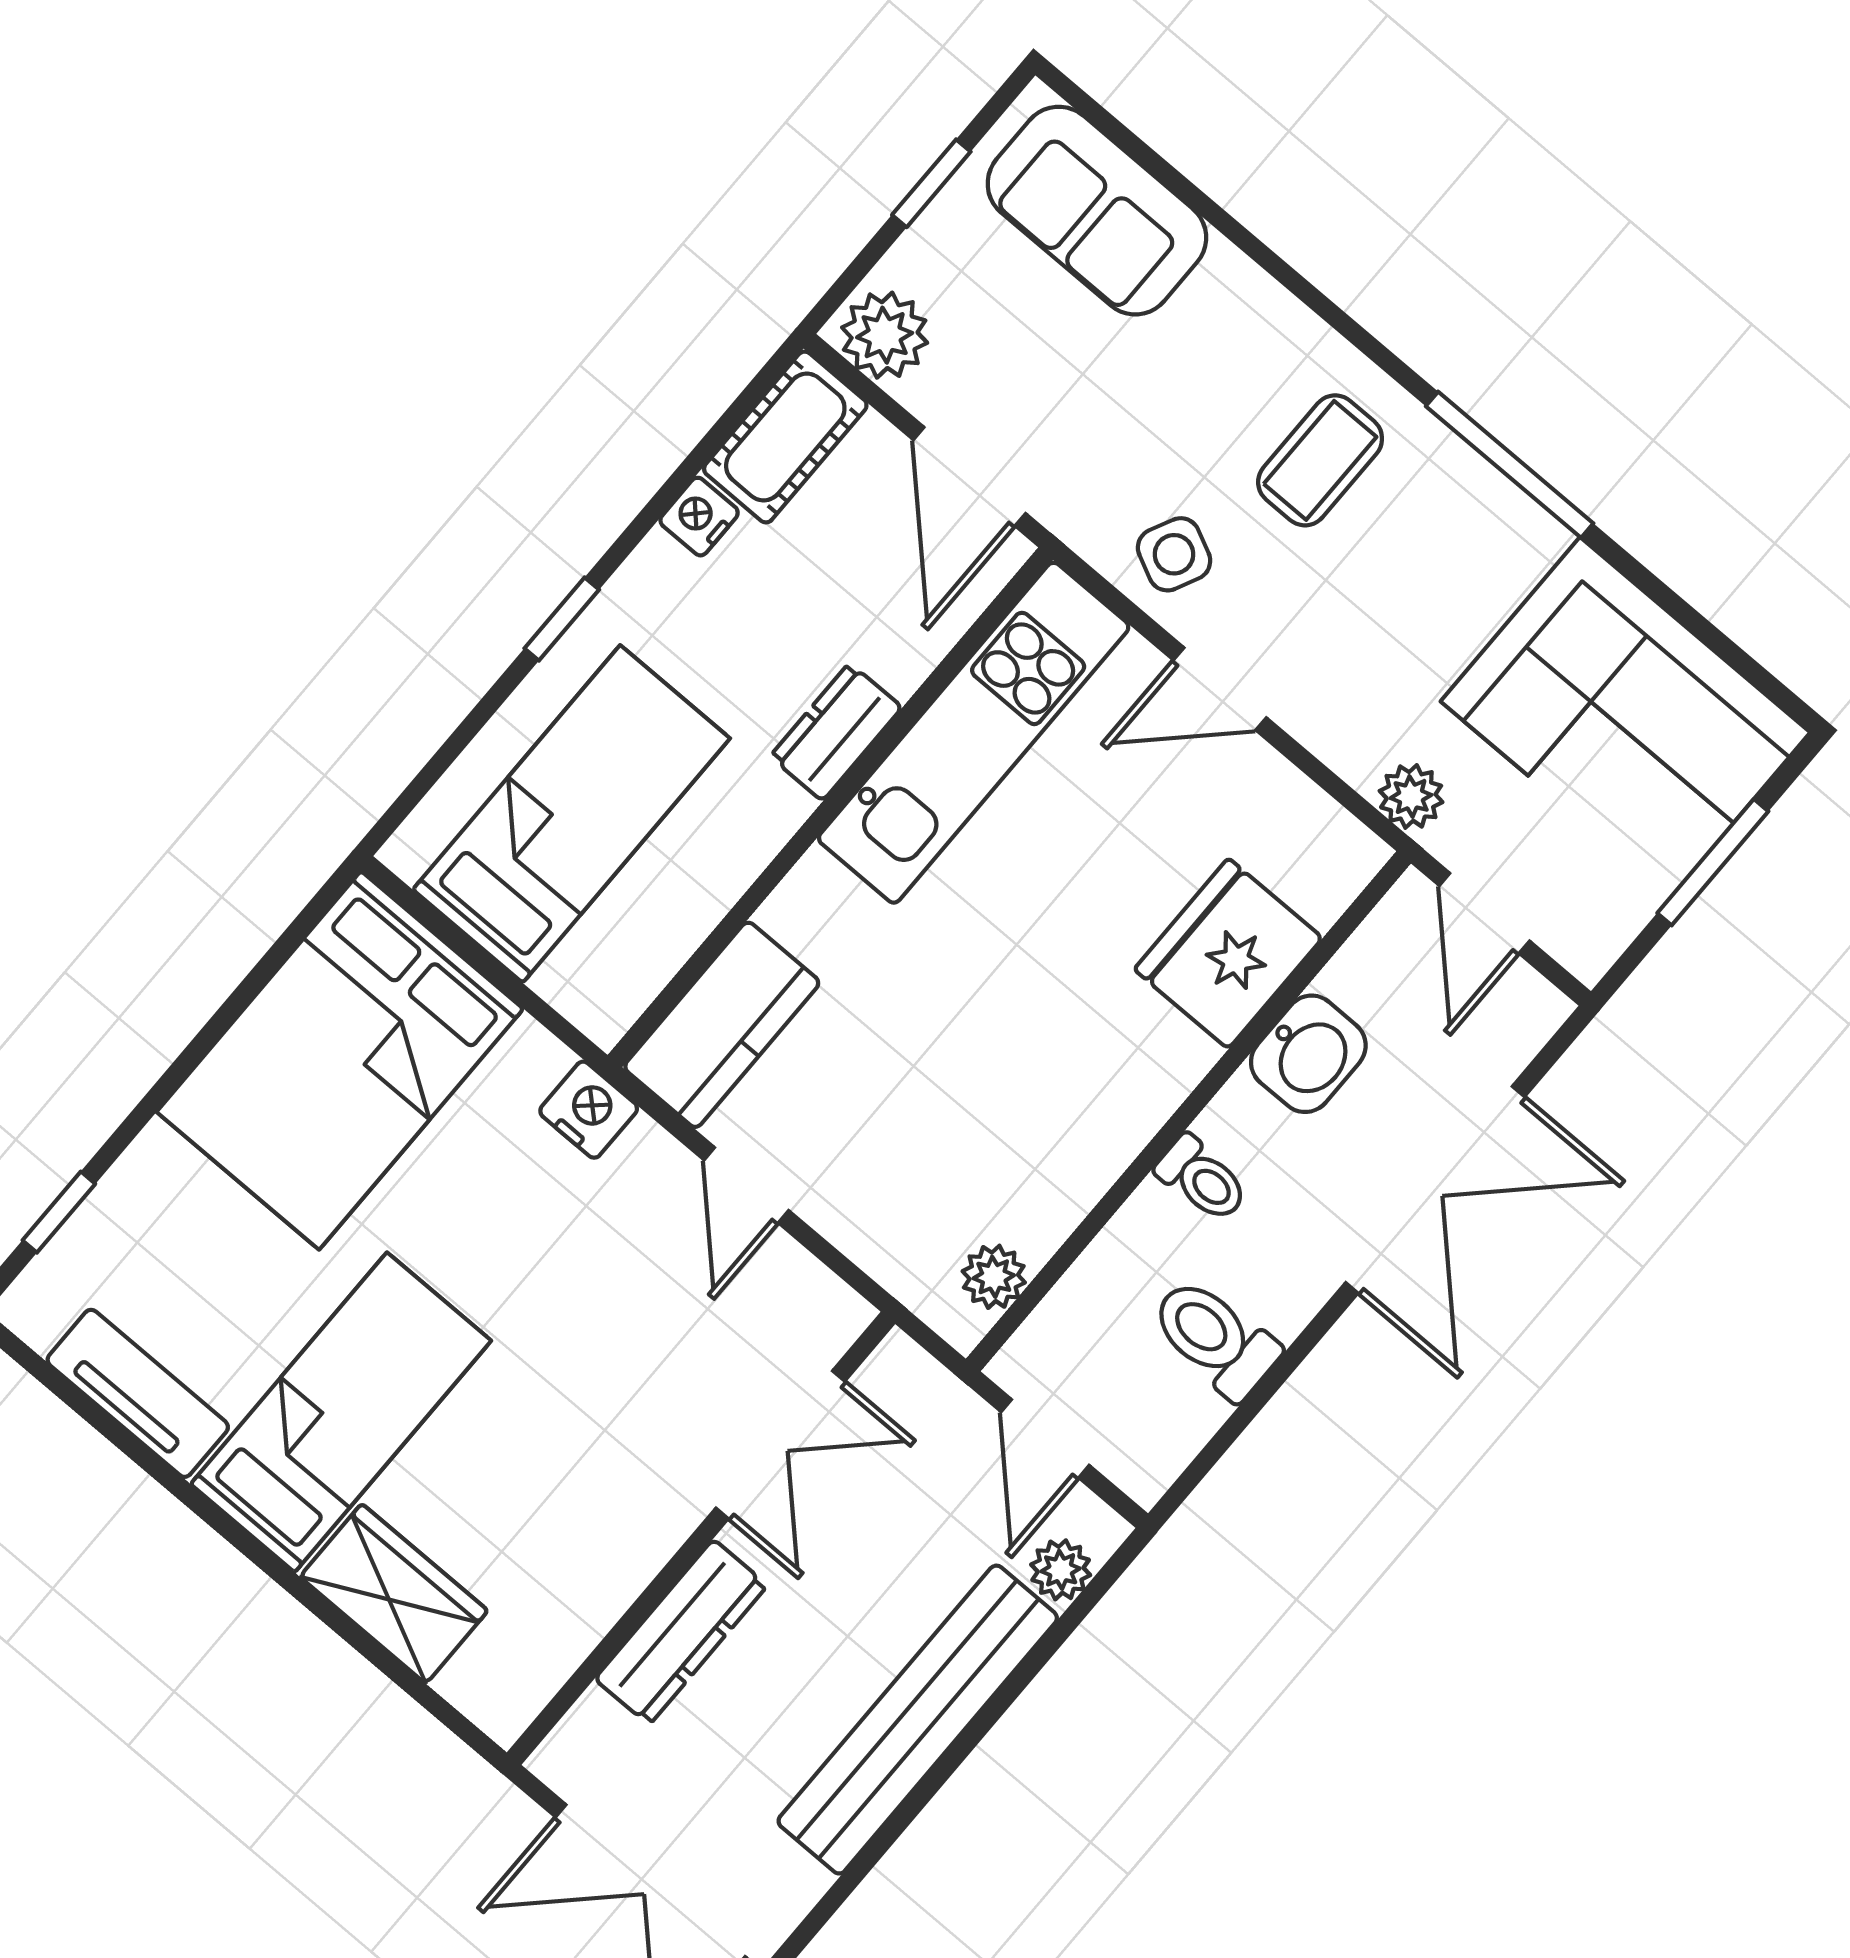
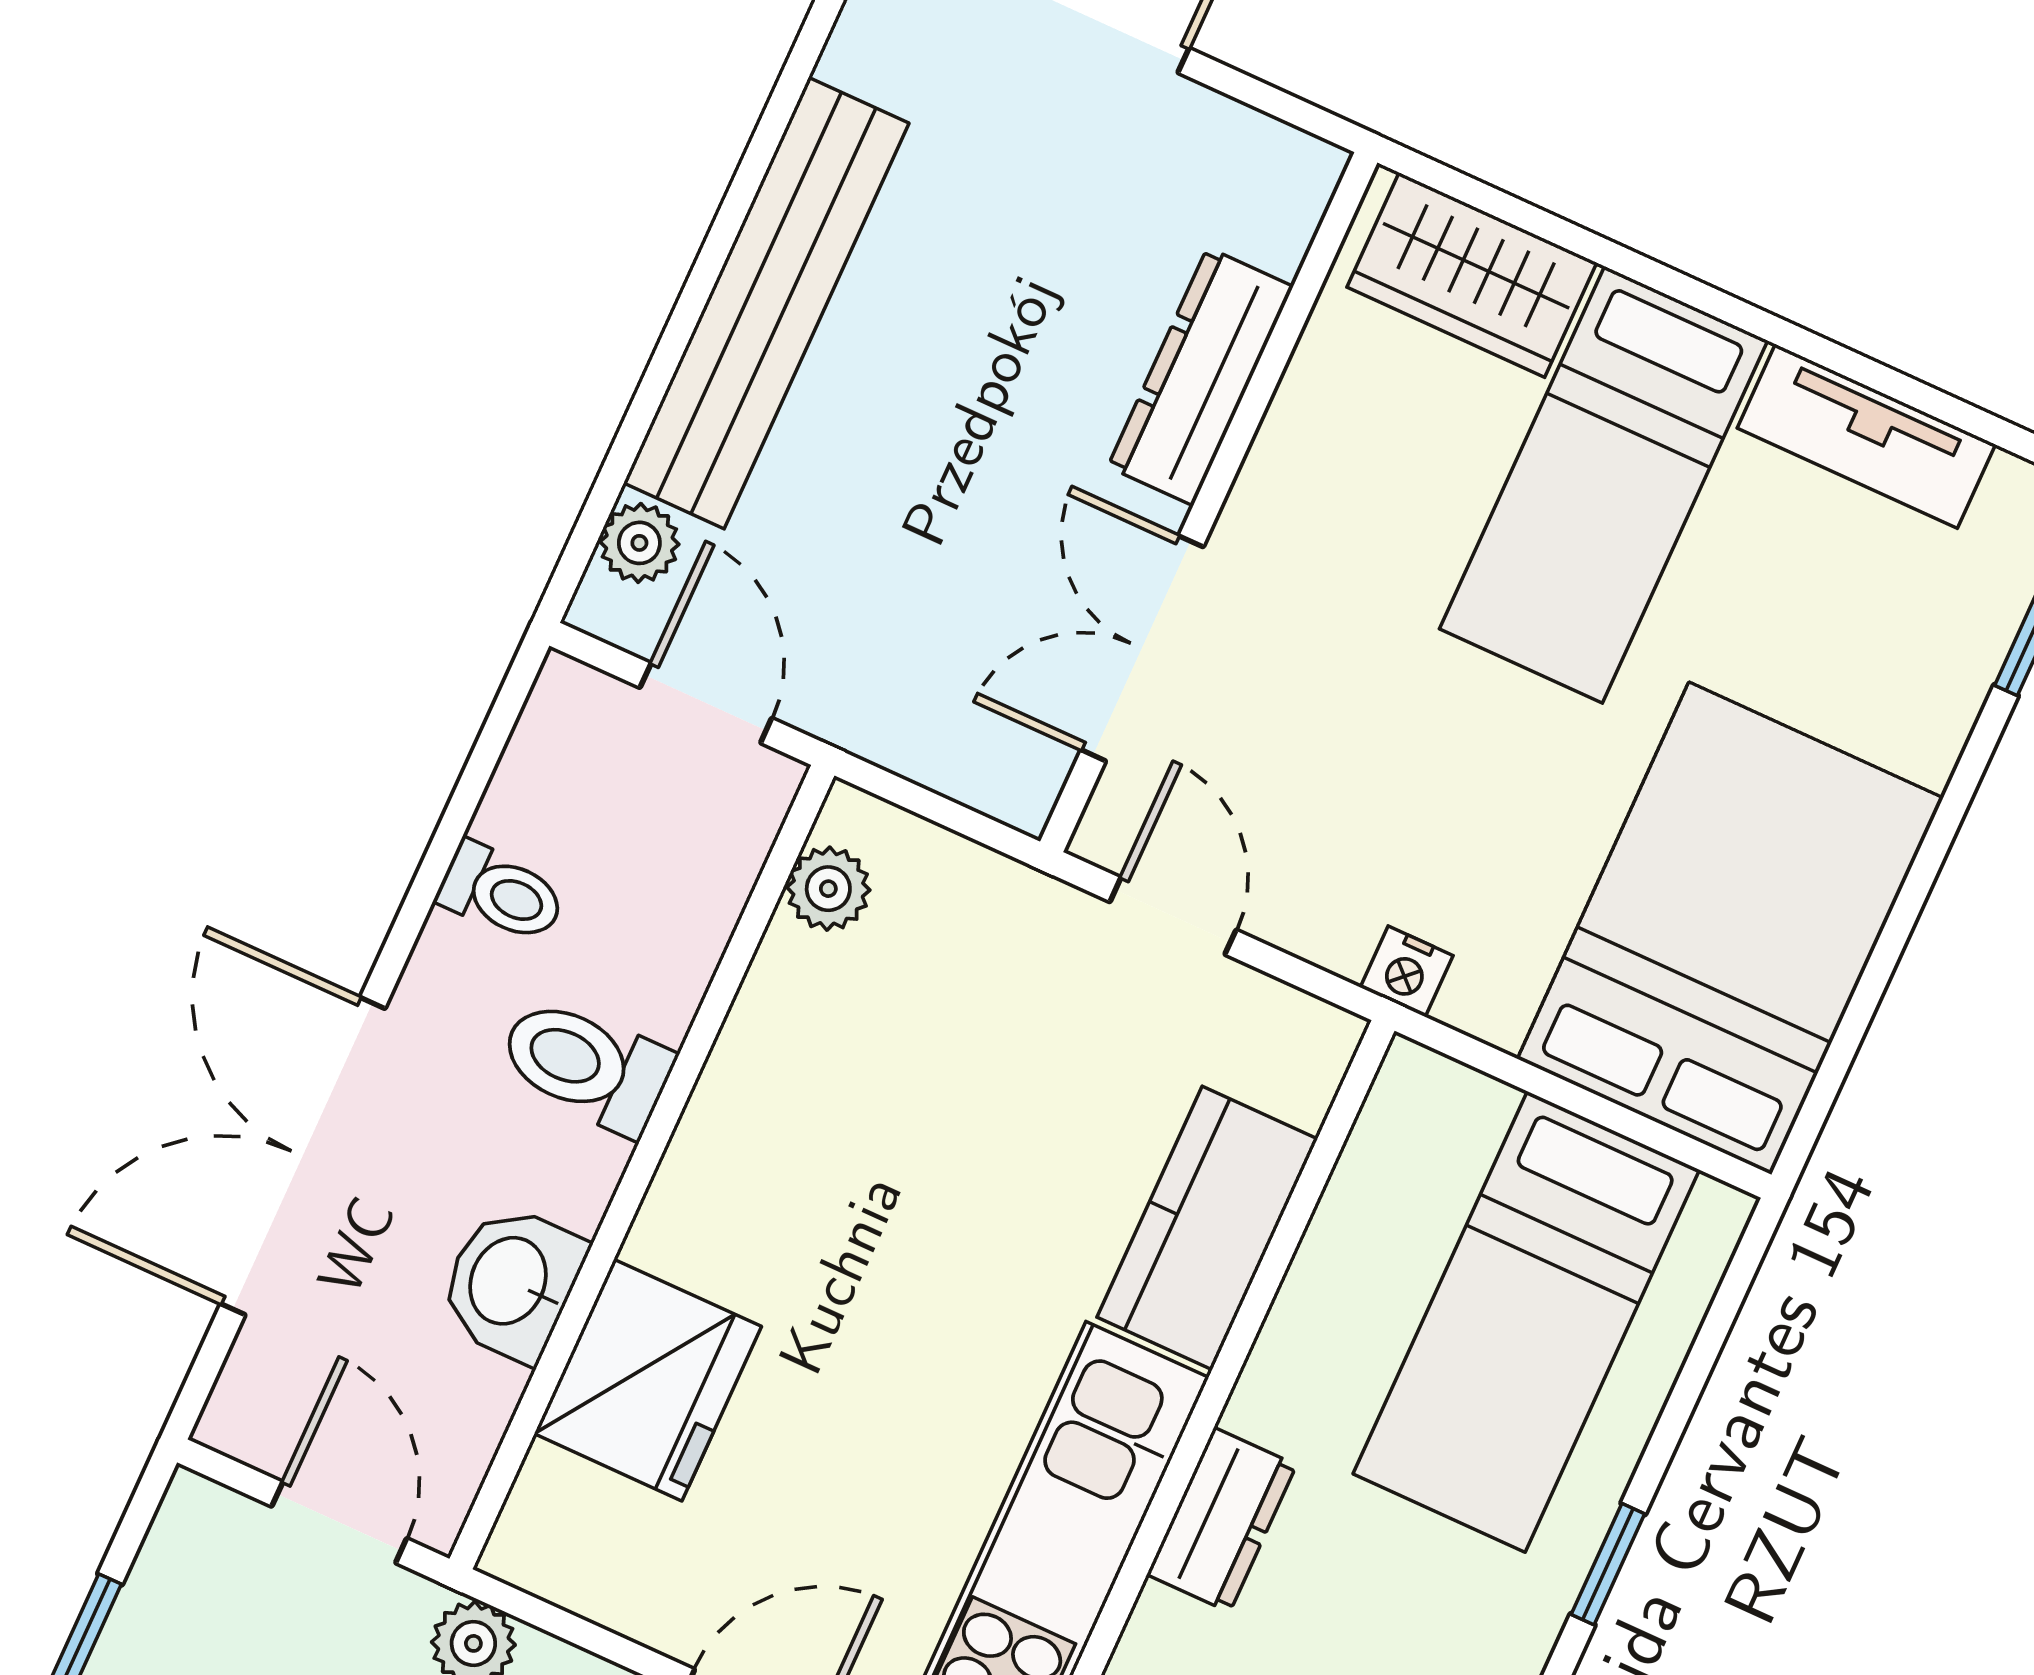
kitchen counter: (722, 1025) -> (1207, 1228), moved
nightstand: (589, 1110) -> (1407, 971), width x0.72, depth x0.74
toilet: (1202, 1179) -> (586, 1065), width x1.37, depth x1.39
toilet: (1215, 1338) -> (501, 893), width x0.73, depth x0.72
double door: (780, 1445) -> (1142, 648), moved
wall: (701, 1538) -> (1209, 502), moved
dresser: (681, 1632) -> (1200, 377), moved

